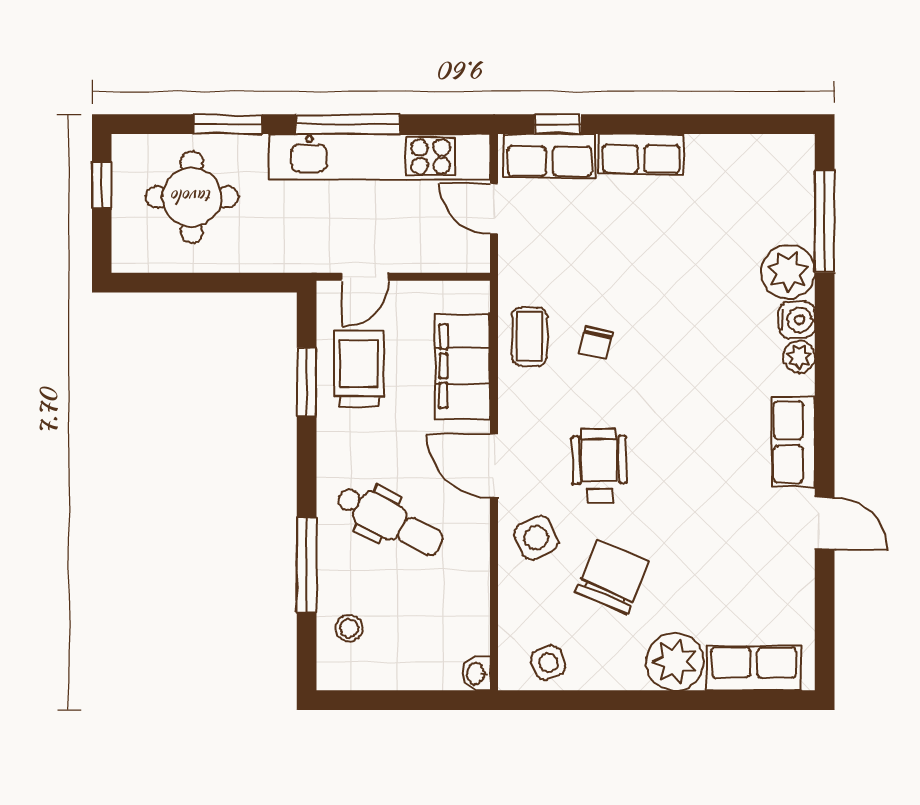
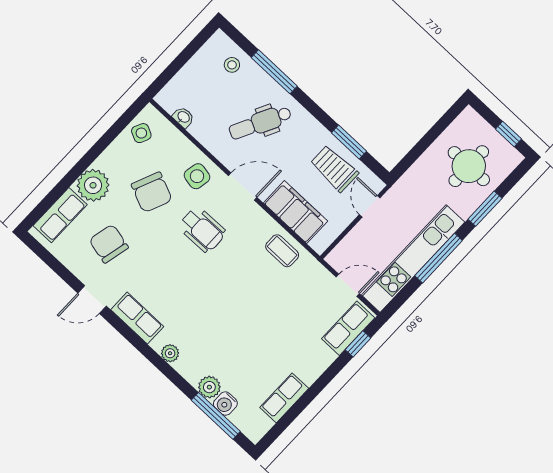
row of seats: (641, 154) -> (284, 398), moved
plant: (788, 272) -> (209, 387), width x0.73, depth x0.73
water cooler: (797, 320) -> (225, 404), moved
chair: (596, 343) -> (109, 244), moved, width x1.87, depth x1.87
trolley: (359, 369) -> (334, 169), turned 180
side table: (536, 538) -> (197, 176), turned 35
side table: (548, 663) -> (141, 133), turned 45
washbasin: (476, 673) -> (183, 117), moved

